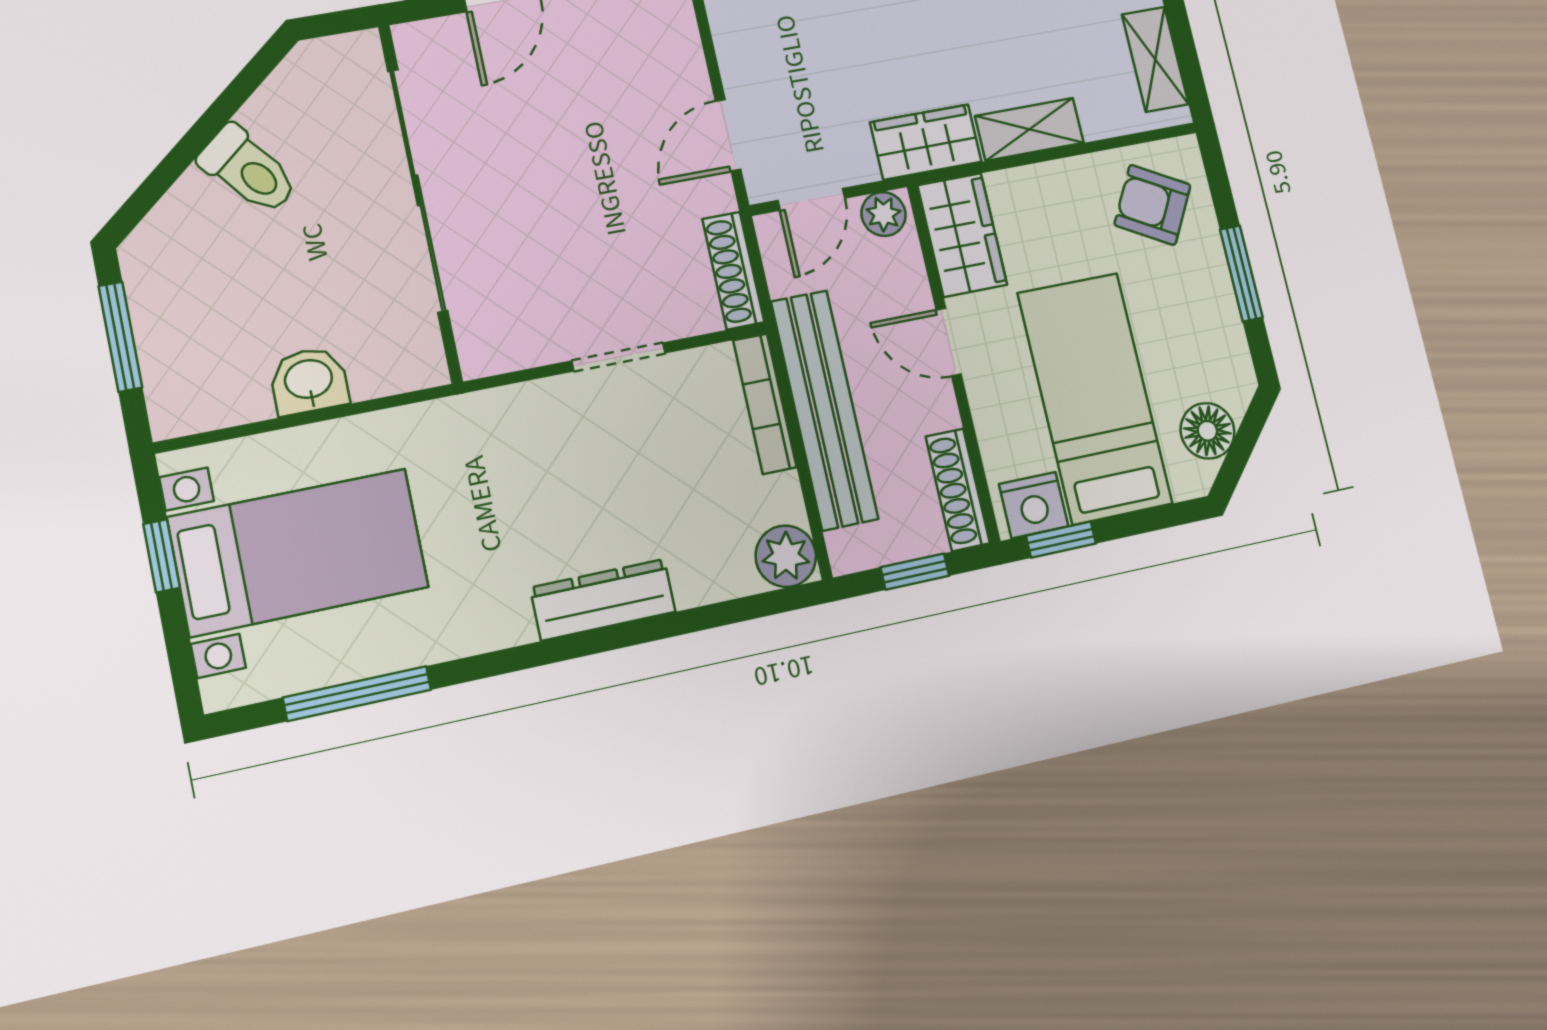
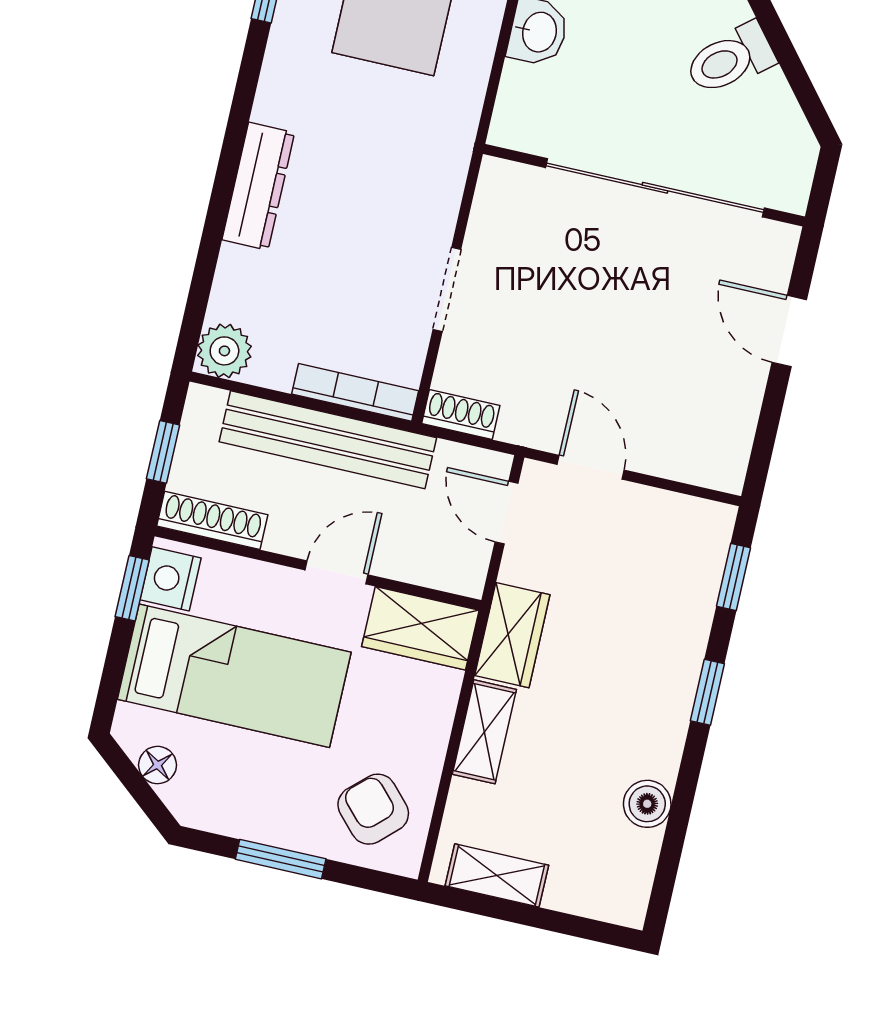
armchair: (1153, 205) -> (373, 809), turned -72
plant: (884, 214) -> (467, 569), removed
shoe rack: (733, 271) -> (461, 415), width x0.70
floor lamp: (1207, 431) -> (158, 765), width x0.73, depth x0.73

